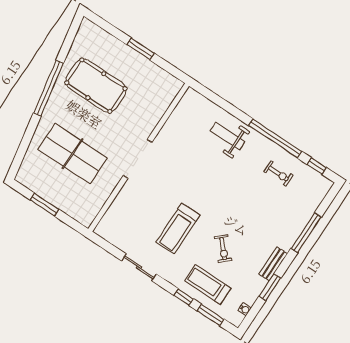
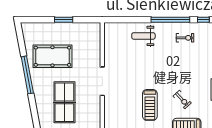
table tennis table: (72, 154) -> (64, 102), turned 90

